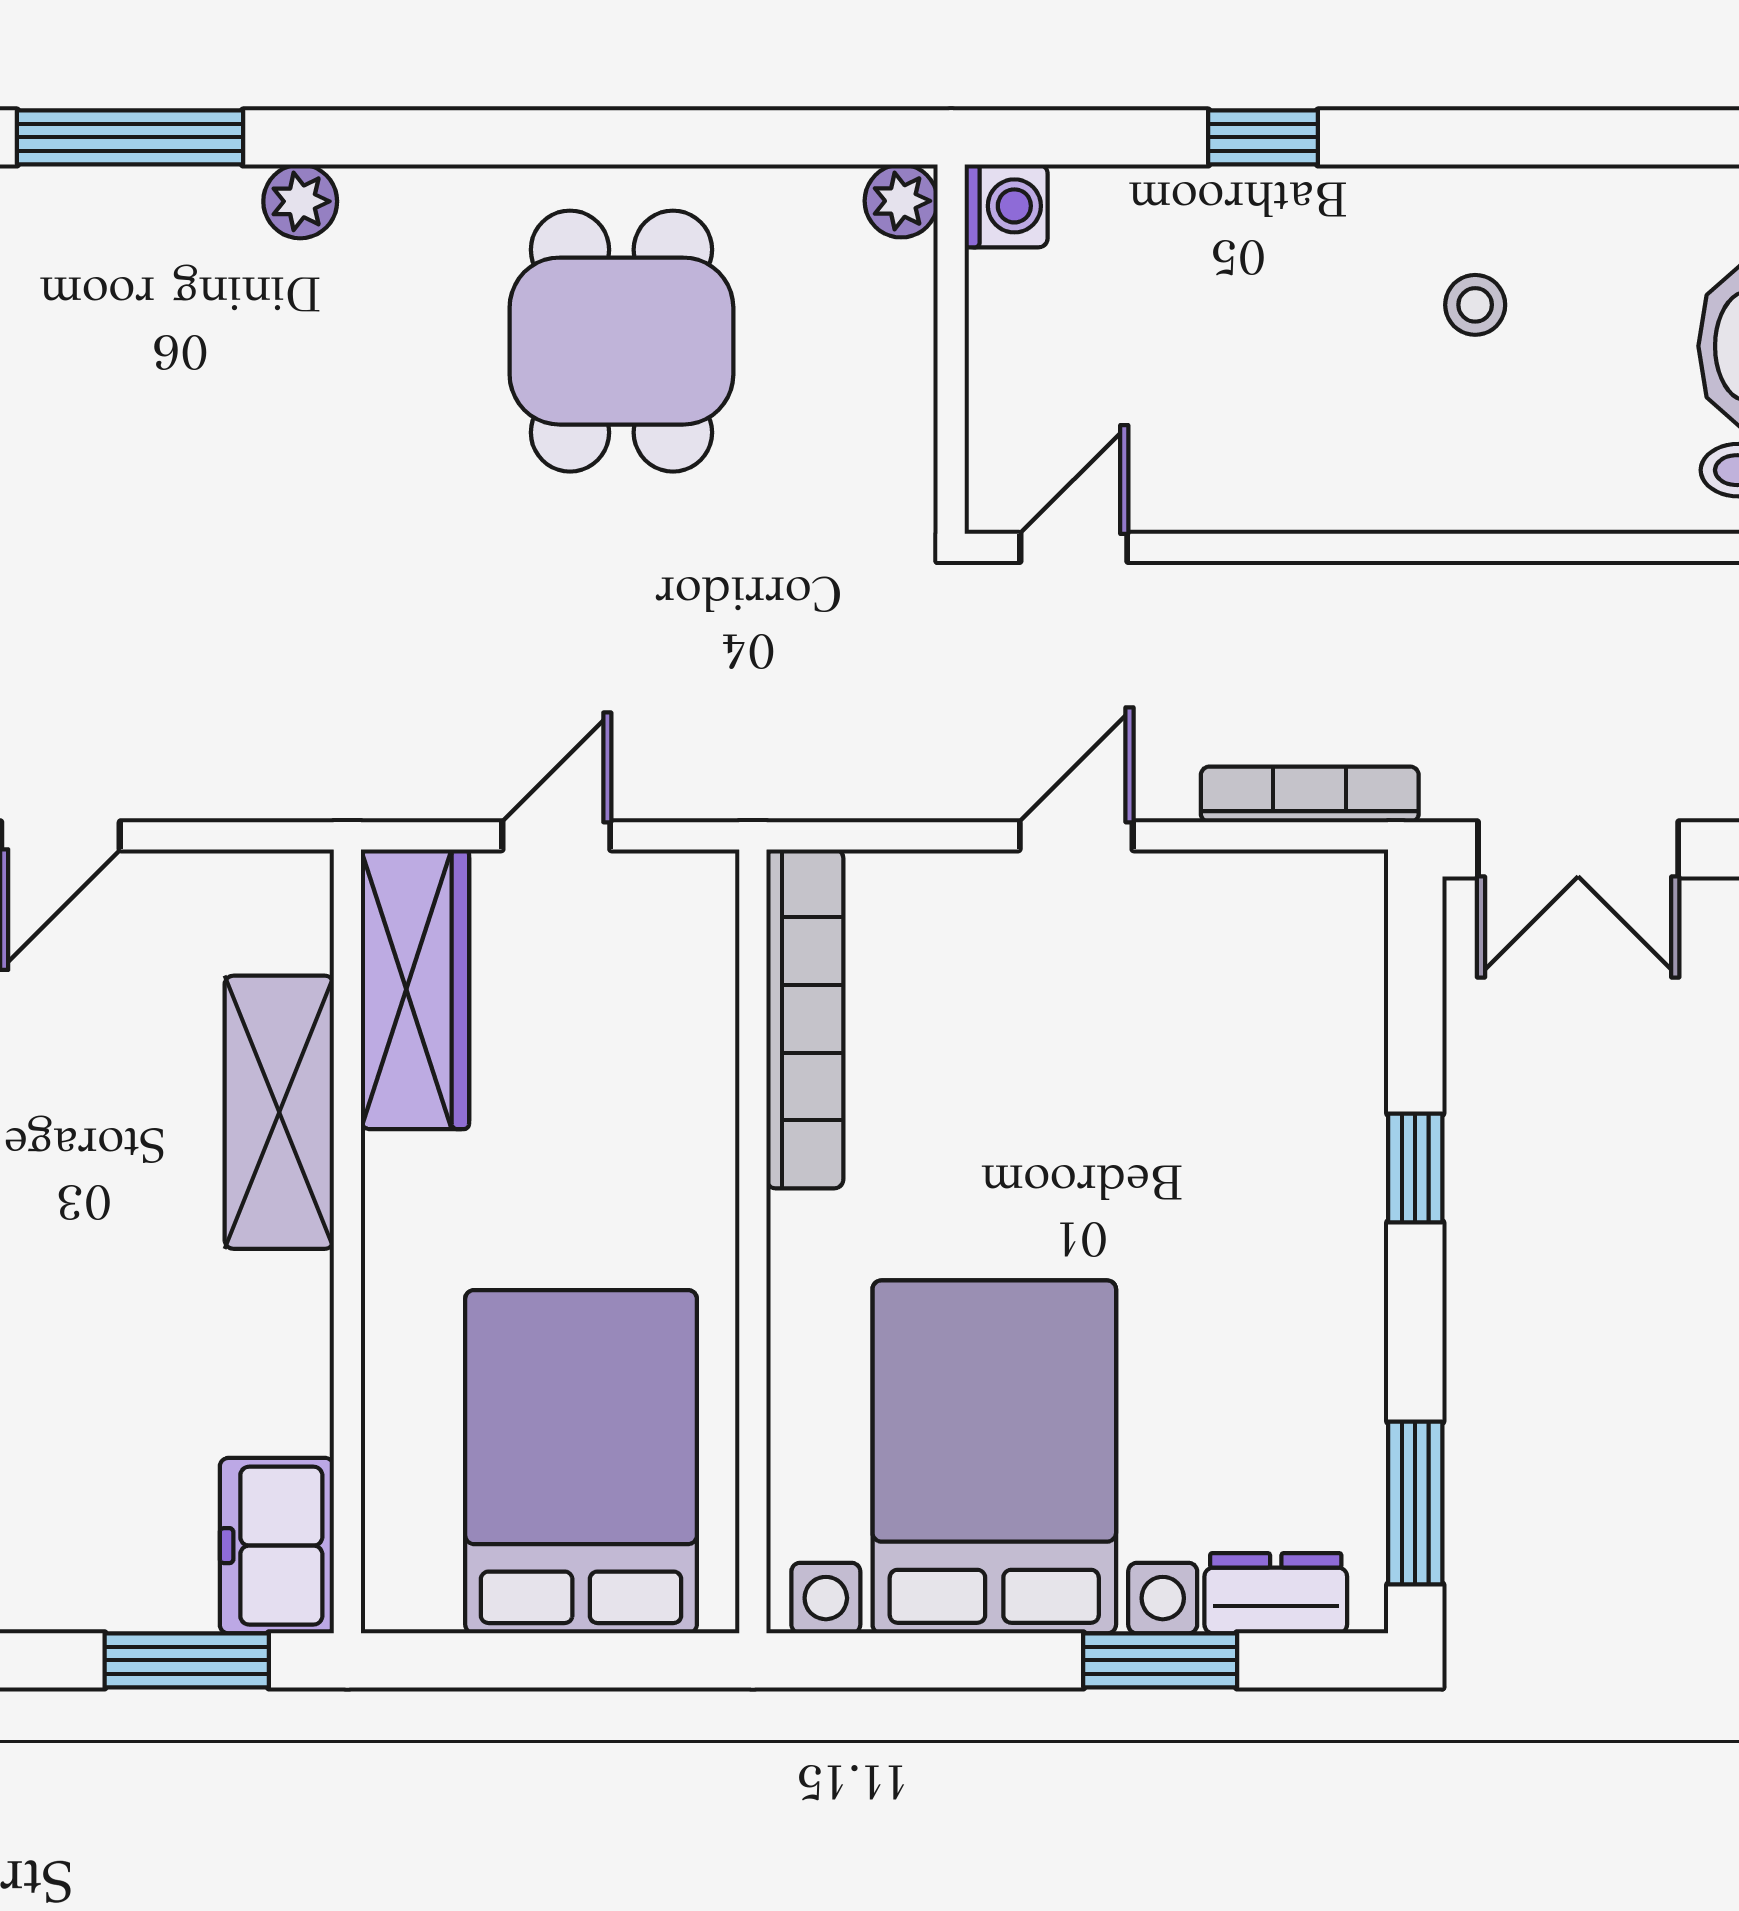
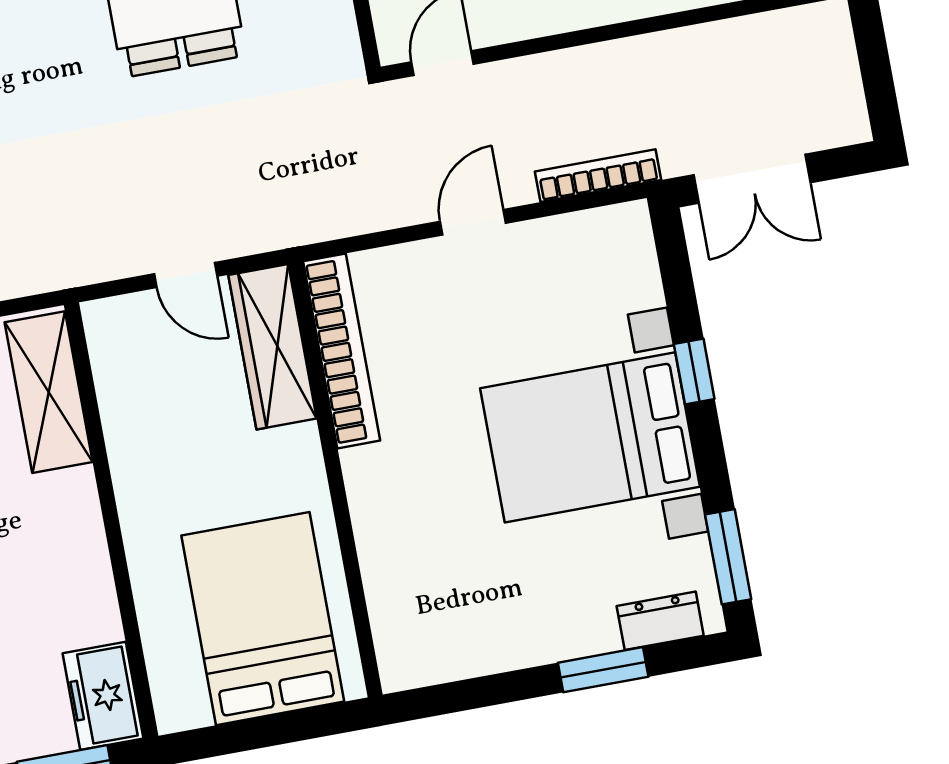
door: (556, 836) -> (186, 275), swing flipped
wardrobe: (415, 989) -> (272, 347), moved, turned 180
shelving: (279, 1112) -> (49, 392), moved
bed with nightstands: (994, 1457) -> (590, 437), moved, turned -90

